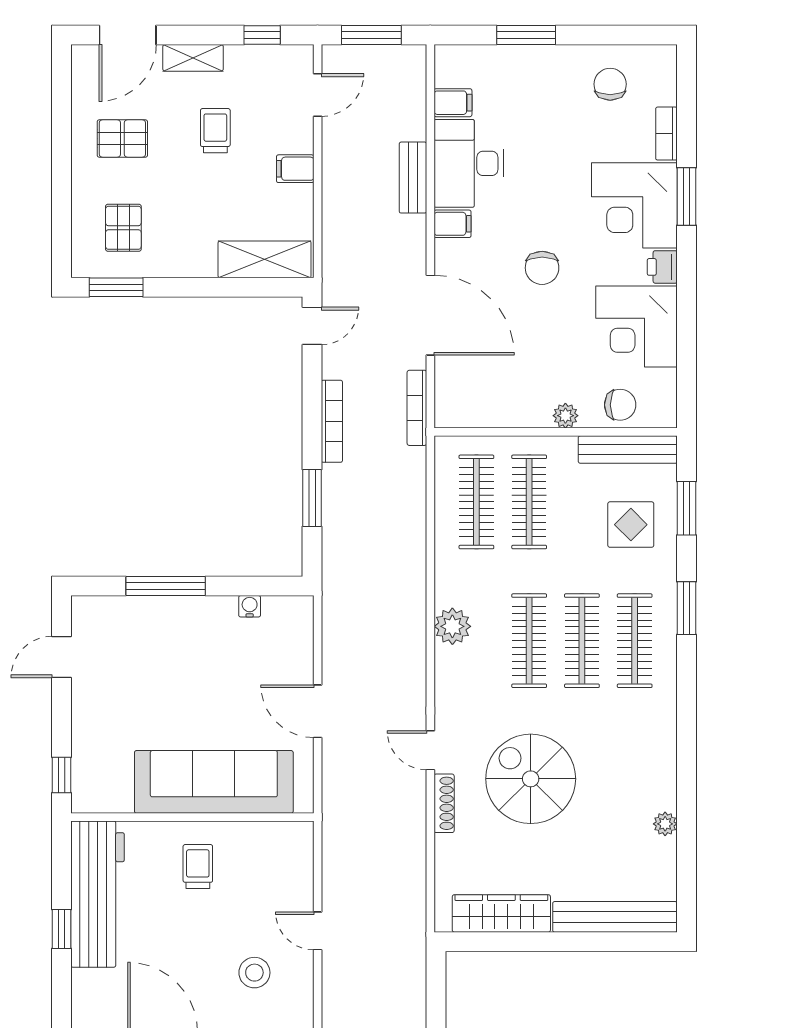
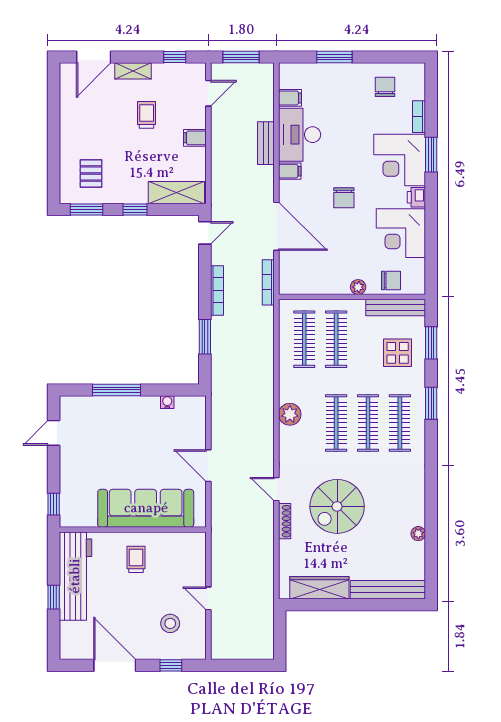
pallet: (122, 139) -> (90, 120), removed
window: (196, 287) -> (135, 209), added
spiral stairs: (531, 779) -> (337, 506), turned -90

